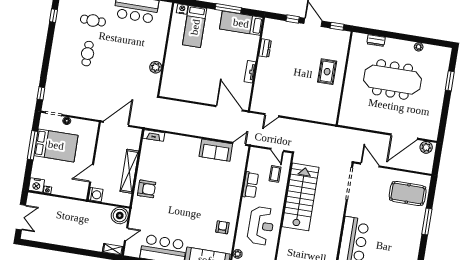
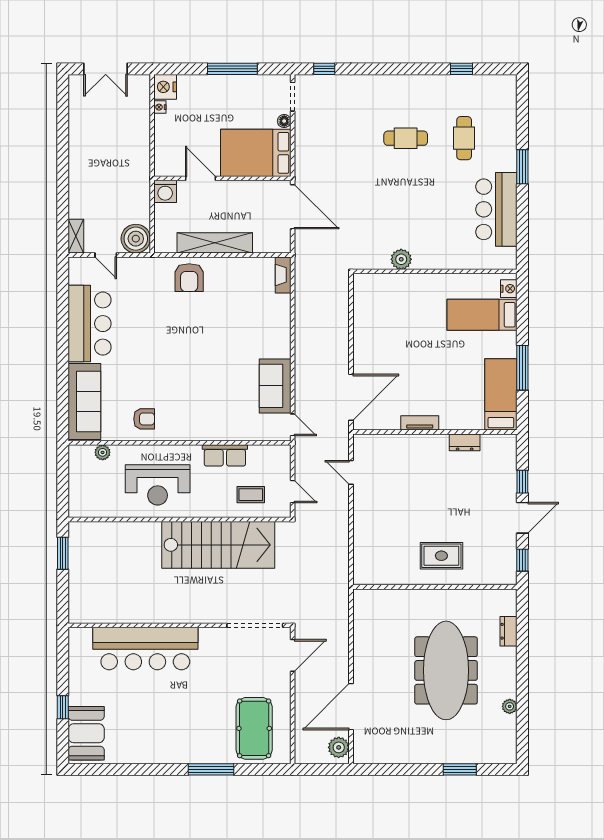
door: (404, 137) -> (351, 707), hinge flipped
bed: (56, 145) -> (256, 153), moved, turned 90
door: (277, 150) -> (293, 492), swing flipped

